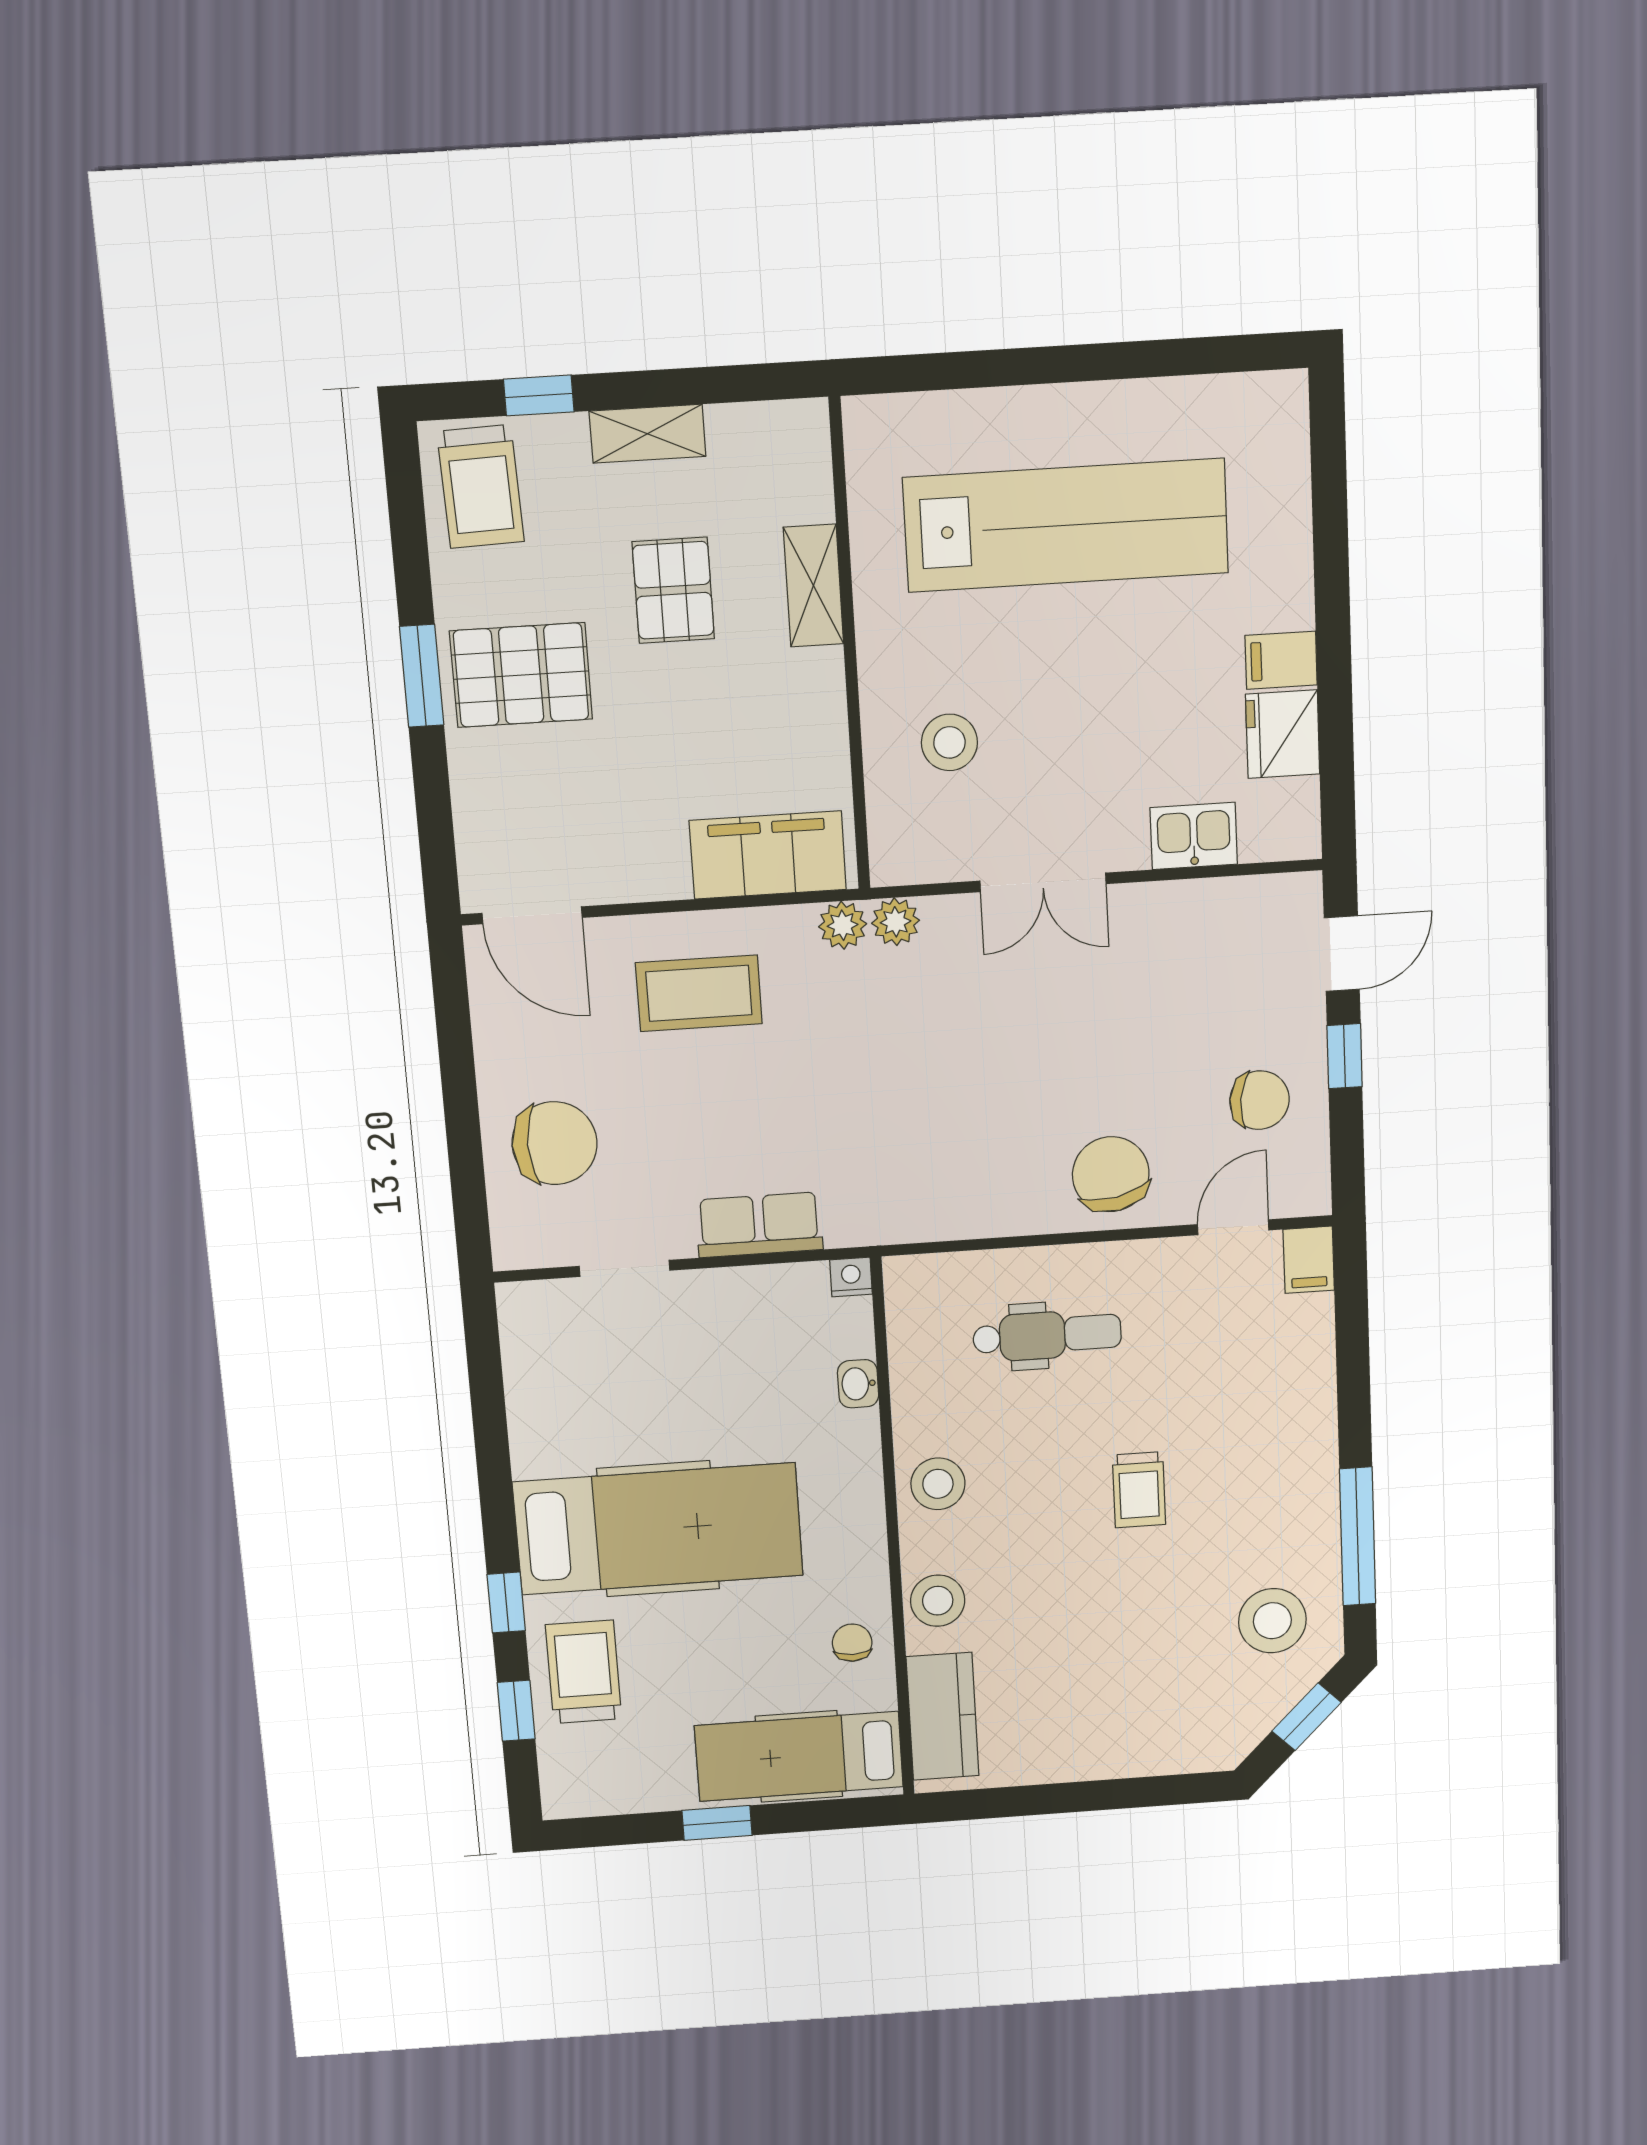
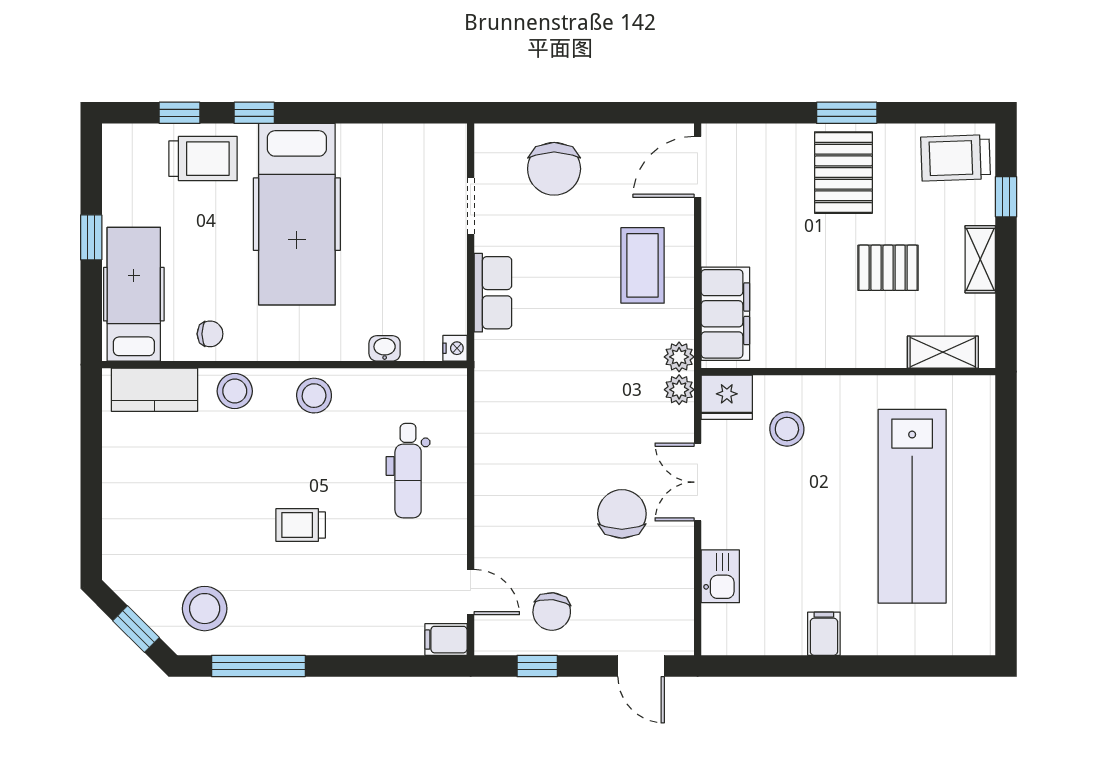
shelving: (813, 586) -> (943, 352), moved
fridge: (1283, 734) -> (727, 397), moved, turned 180
window: (1345, 1056) -> (537, 666), moved
chair: (1111, 1174) -> (622, 514), moved, turned -78

